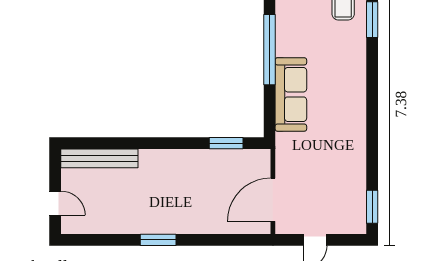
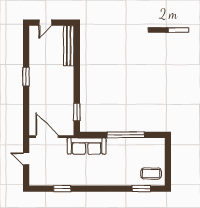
sofa: (291, 94) -> (87, 146), moved
window: (372, 207) -> (62, 189), moved

